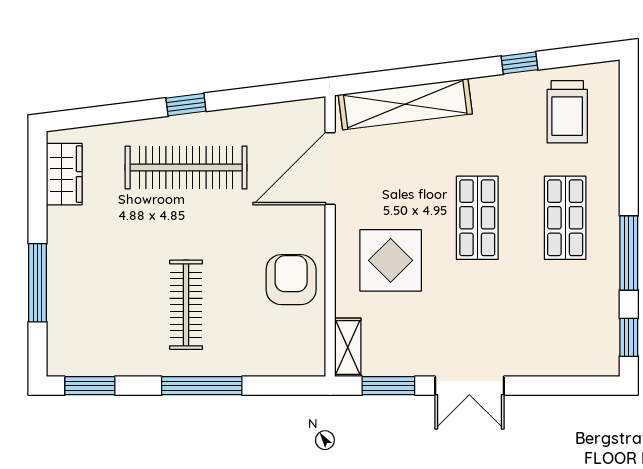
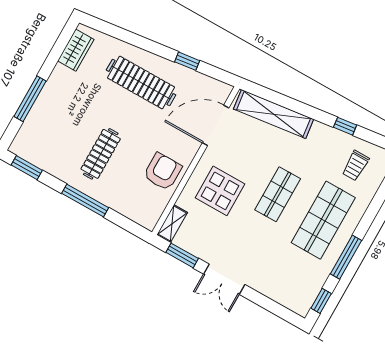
window: (186, 105) -> (187, 61), moved
trolley: (567, 112) -> (356, 166), width x0.73, depth x0.72
shop shelf: (565, 218) -> (323, 220), width x1.43, depth x1.36

